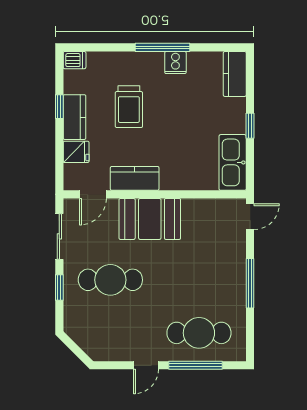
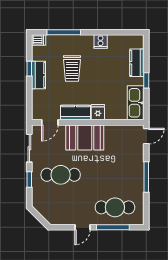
window: (162, 47) -> (64, 32), moved
kitchen counter: (235, 74) -> (137, 63), moved
fridge: (76, 152) -> (98, 112), moved, turned -90

